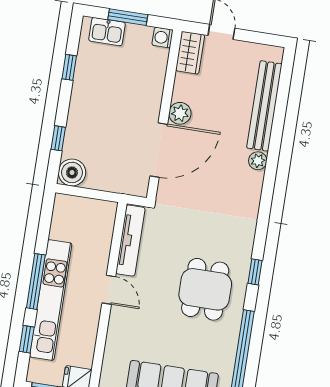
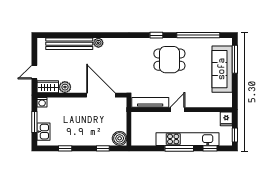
plant: (180, 113) -> (65, 87), moved

